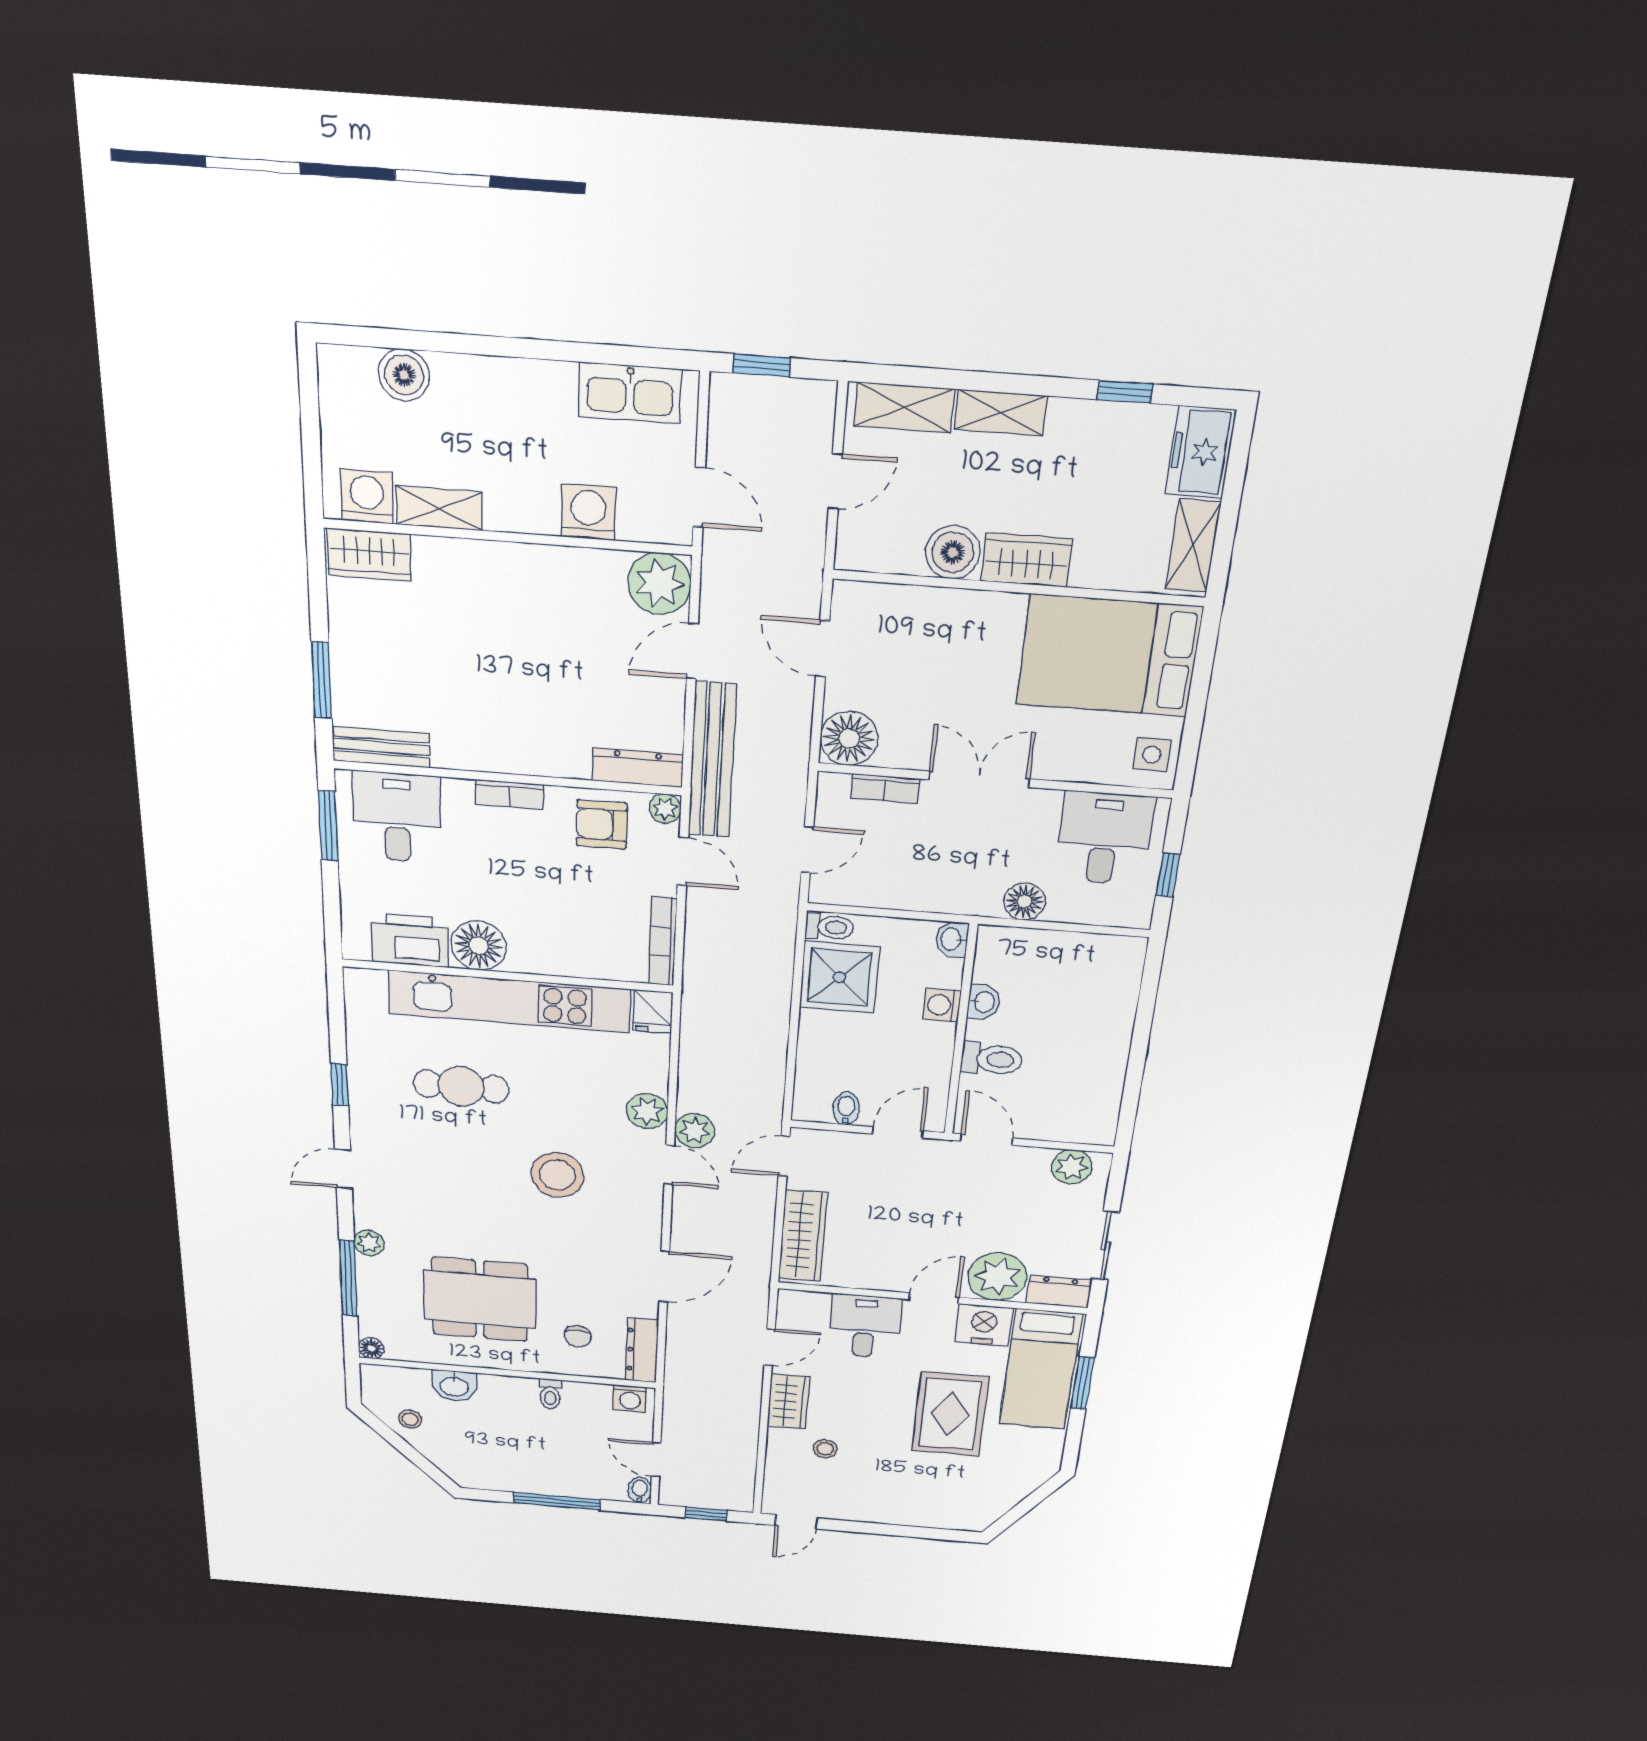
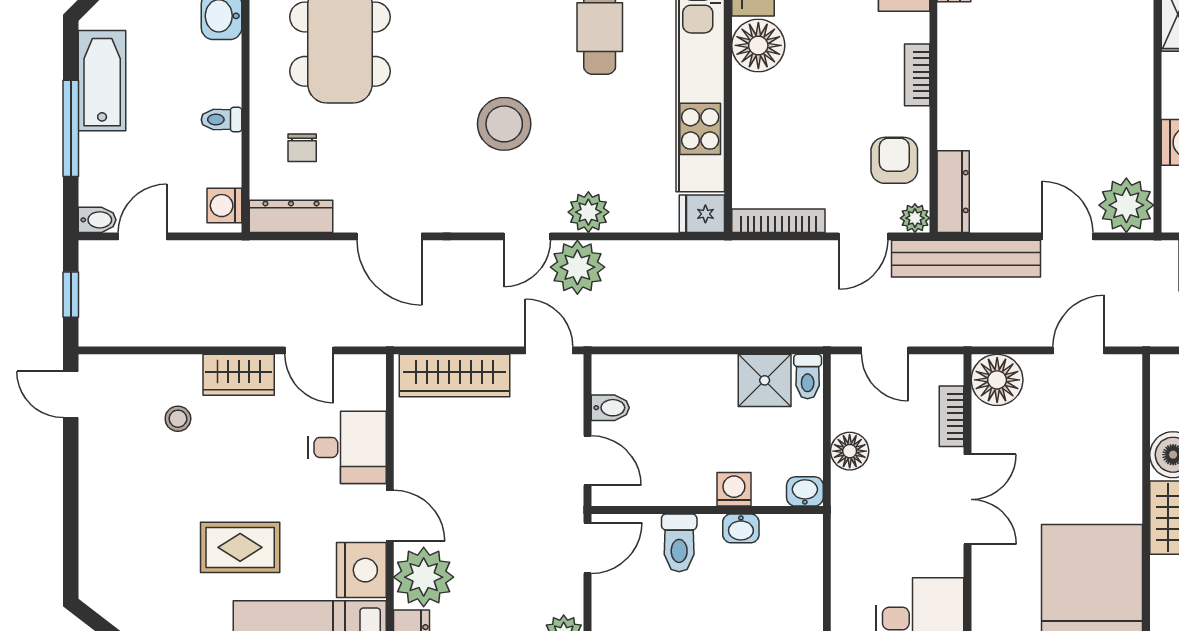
floor lamp: (1024, 902) -> (850, 451), moved
shower: (839, 977) -> (765, 380), width x0.73, depth x0.73
plant: (695, 1131) -> (577, 267), width x1.36, depth x1.36
chair: (578, 1336) -> (302, 148), turned -90
rug: (950, 1414) -> (240, 547), width x0.73, depth x0.70
bathtub: (514, 1476) -> (102, 81), added

